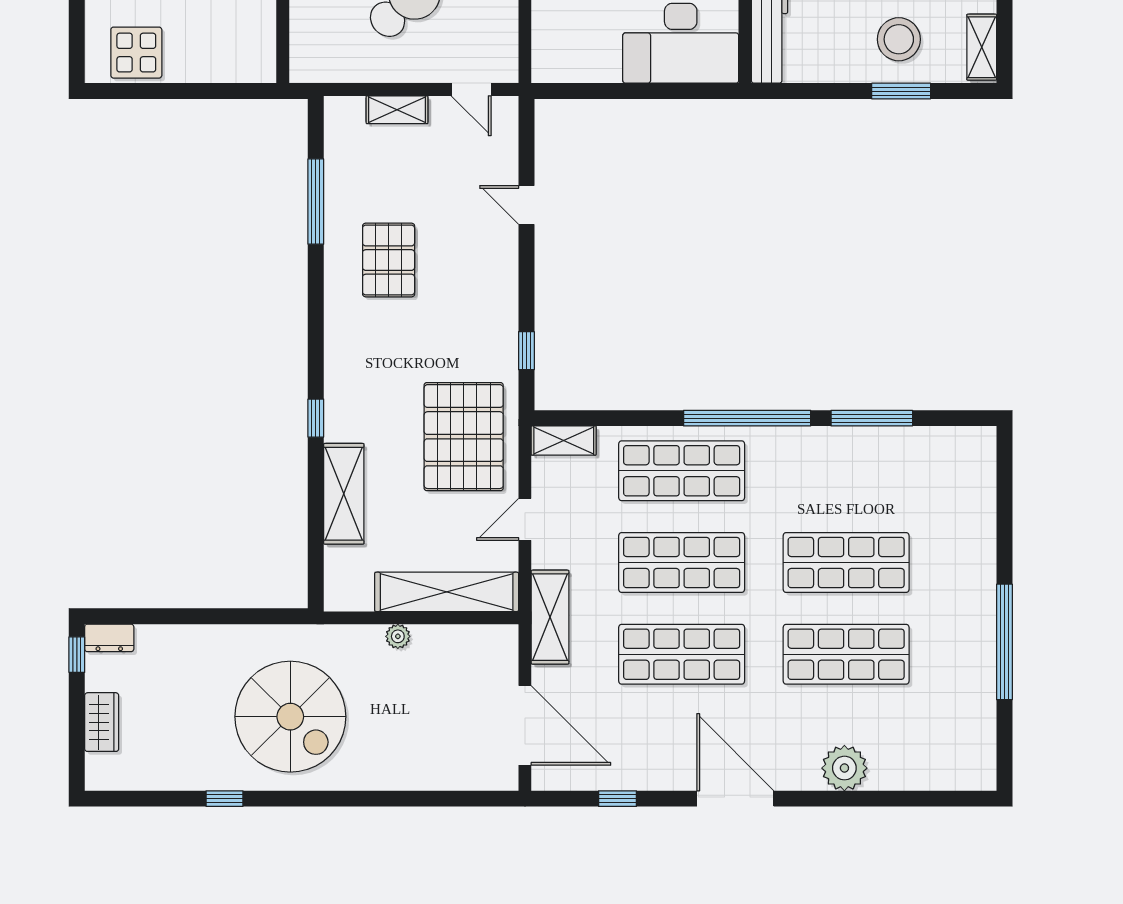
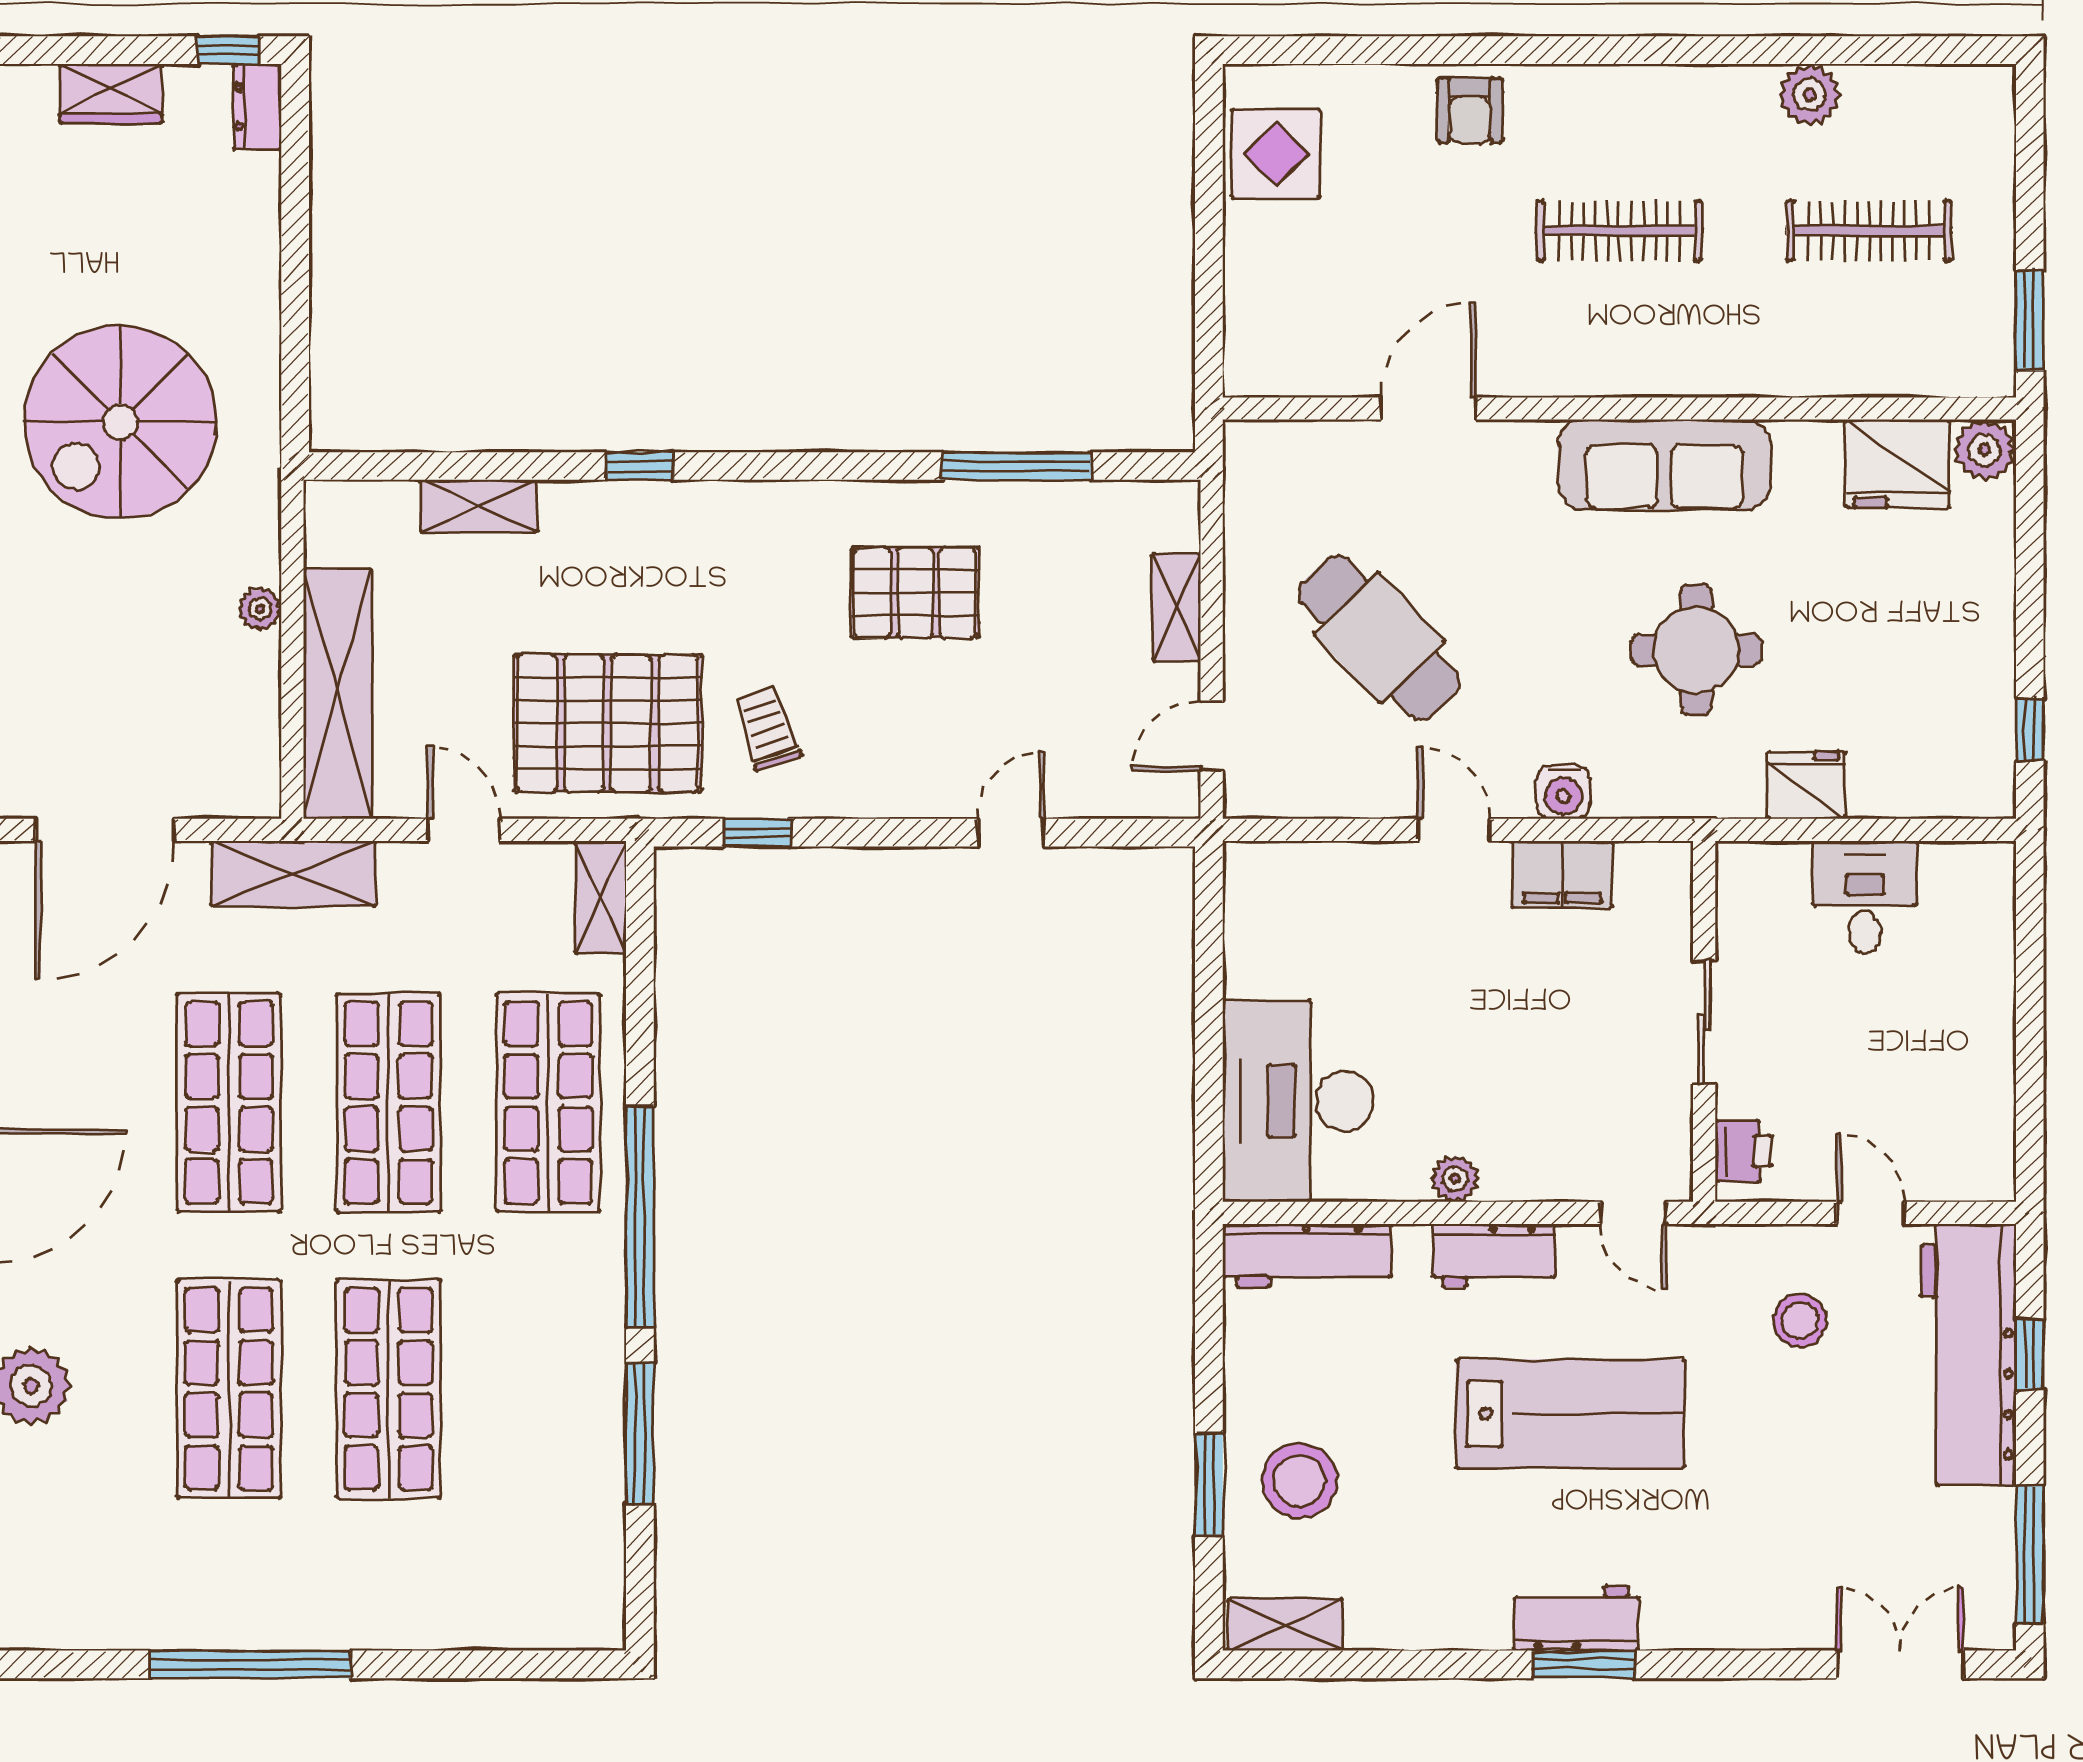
trolley: (467, 345) -> (767, 728), added
shelving: (344, 494) -> (479, 506), width x0.67, depth x0.75

